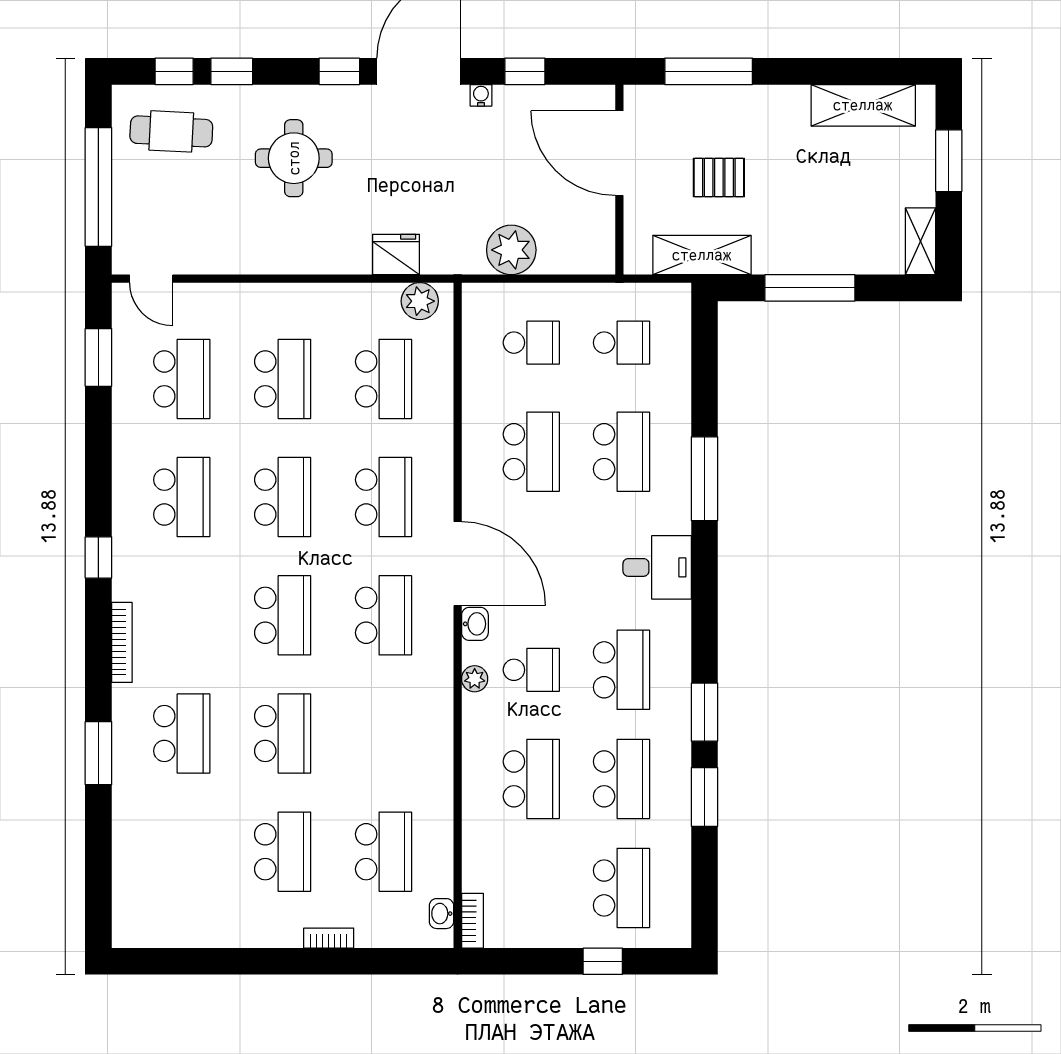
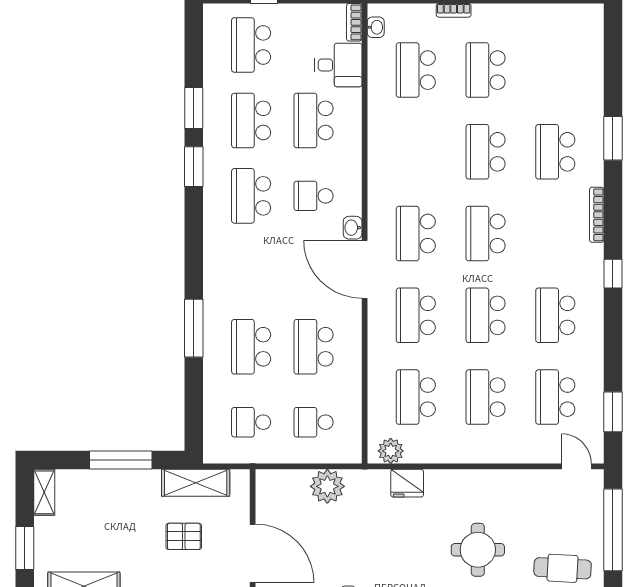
desk: (657, 567) -> (338, 65), moved, turned 180
plant: (475, 679) -> (353, 190), removed

